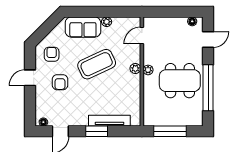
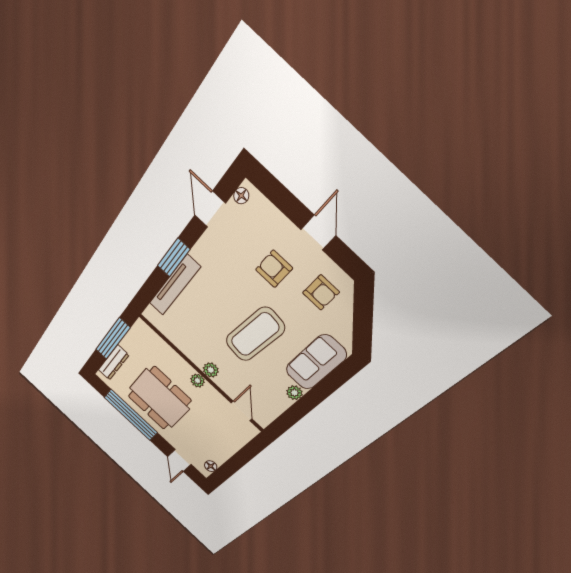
coffee table: (97, 64) -> (255, 334), turned 31
dining table: (180, 81) -> (159, 398), turned 90
dresser: (184, 121) -> (114, 363), added

